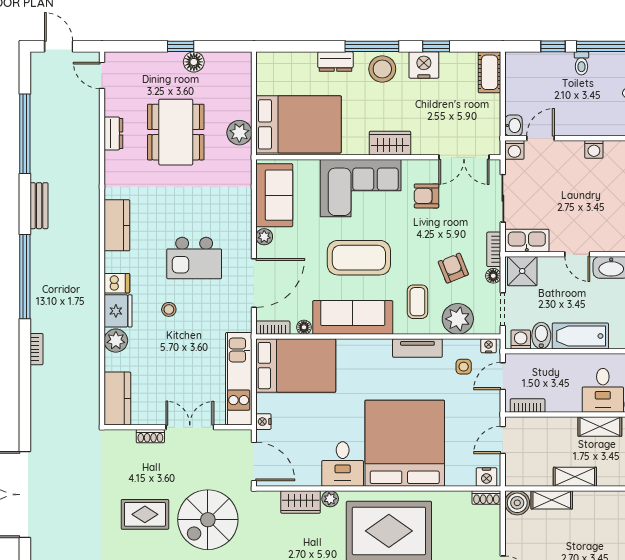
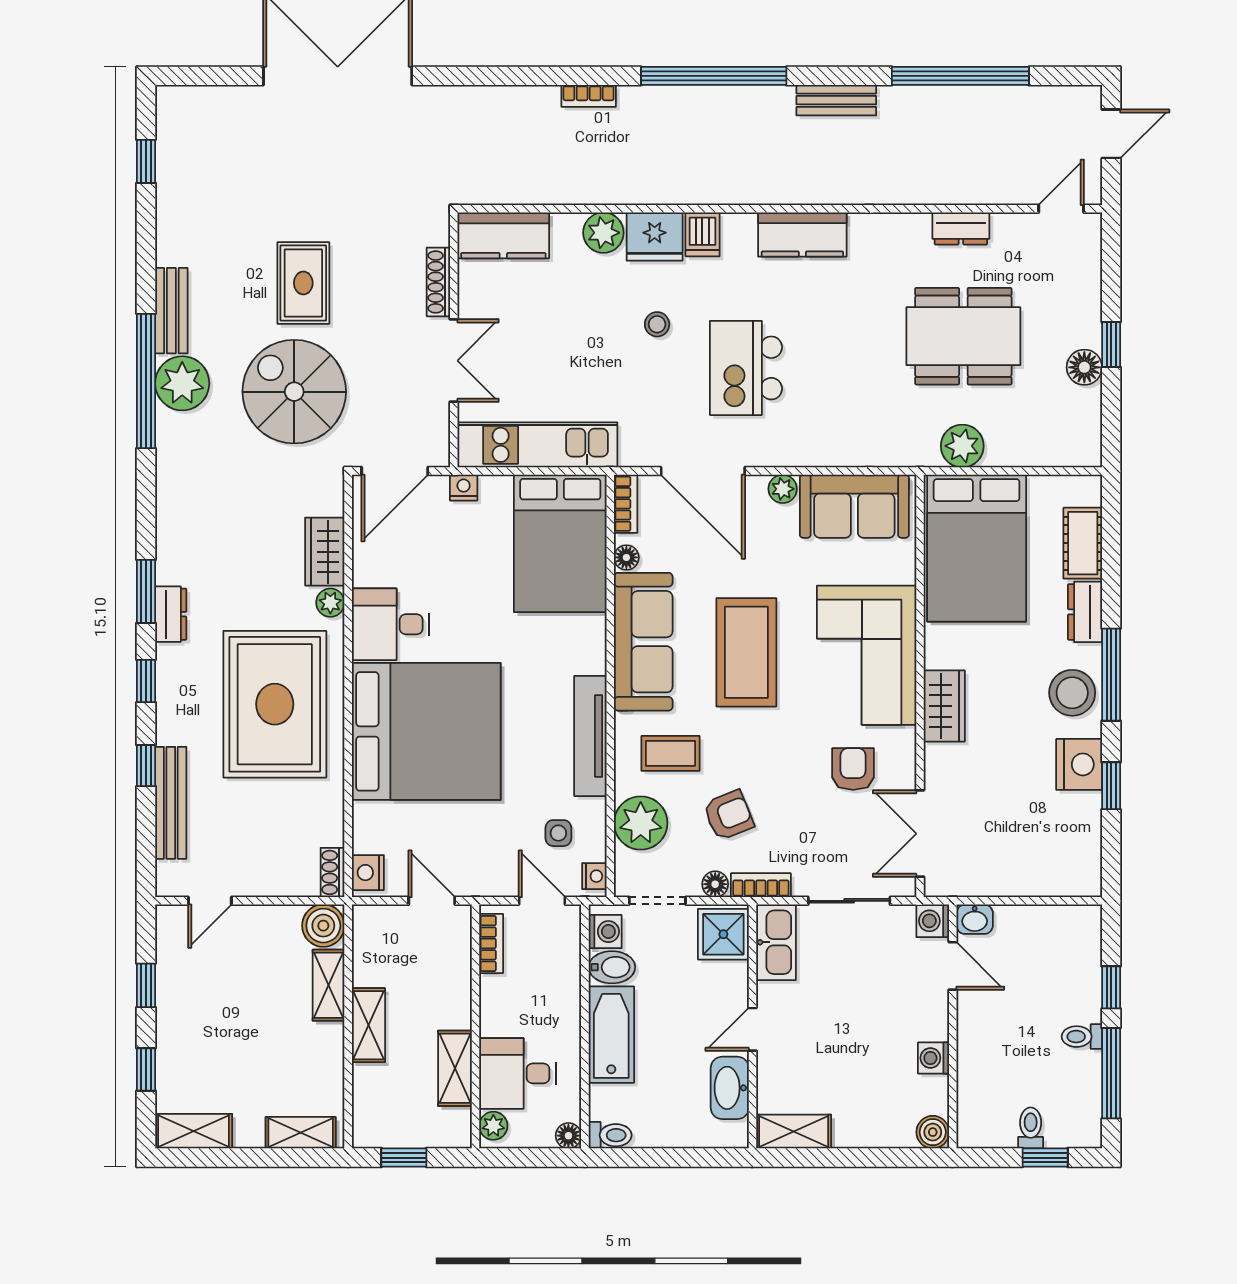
cot: (490, 72) -> (1083, 543), moved, turned 90
tv unit: (417, 348) -> (590, 736), width x1.41
shoe rack: (150, 436) -> (438, 282), width x1.43

